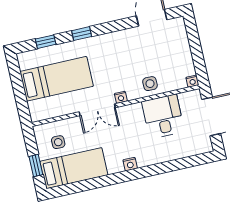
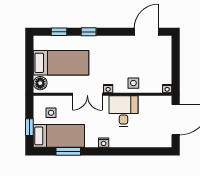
floor lamp: (37, 109) -> (40, 83), added
desk: (163, 116) -> (123, 111), moved
window: (90, 184) -> (68, 151), added

